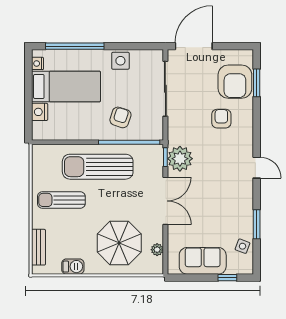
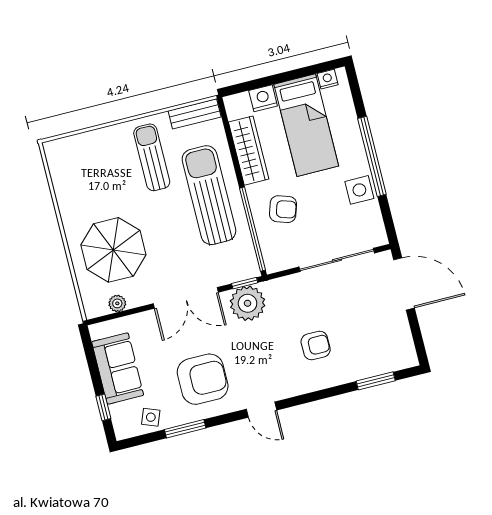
window: (75, 46) -> (372, 156), moved
armchair: (235, 82) -> (203, 379), moved, turned 180
wardrobe: (74, 131) -> (249, 151), added
door: (257, 168) -> (262, 410), hinge flipped
bench: (38, 247) -> (195, 114), moved
barbecue: (73, 267) -> (66, 196), removed

